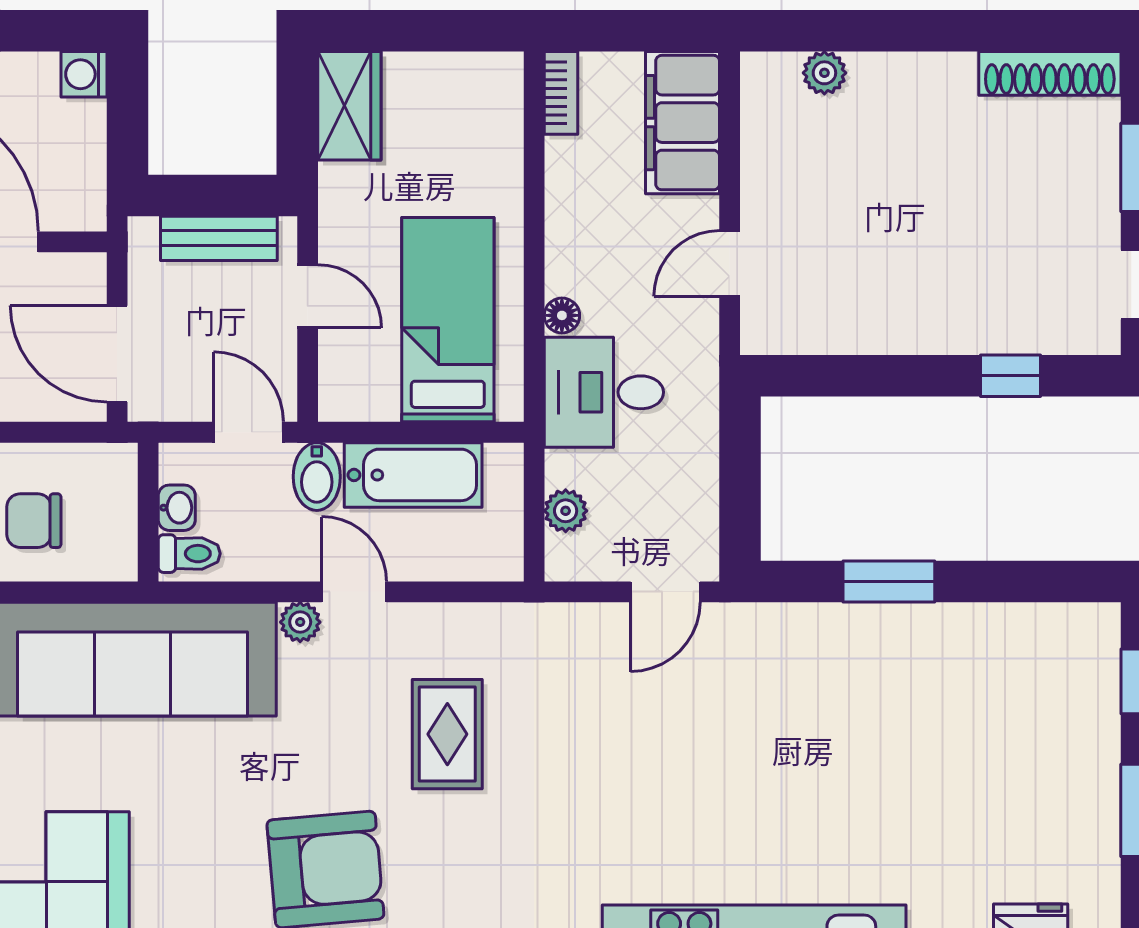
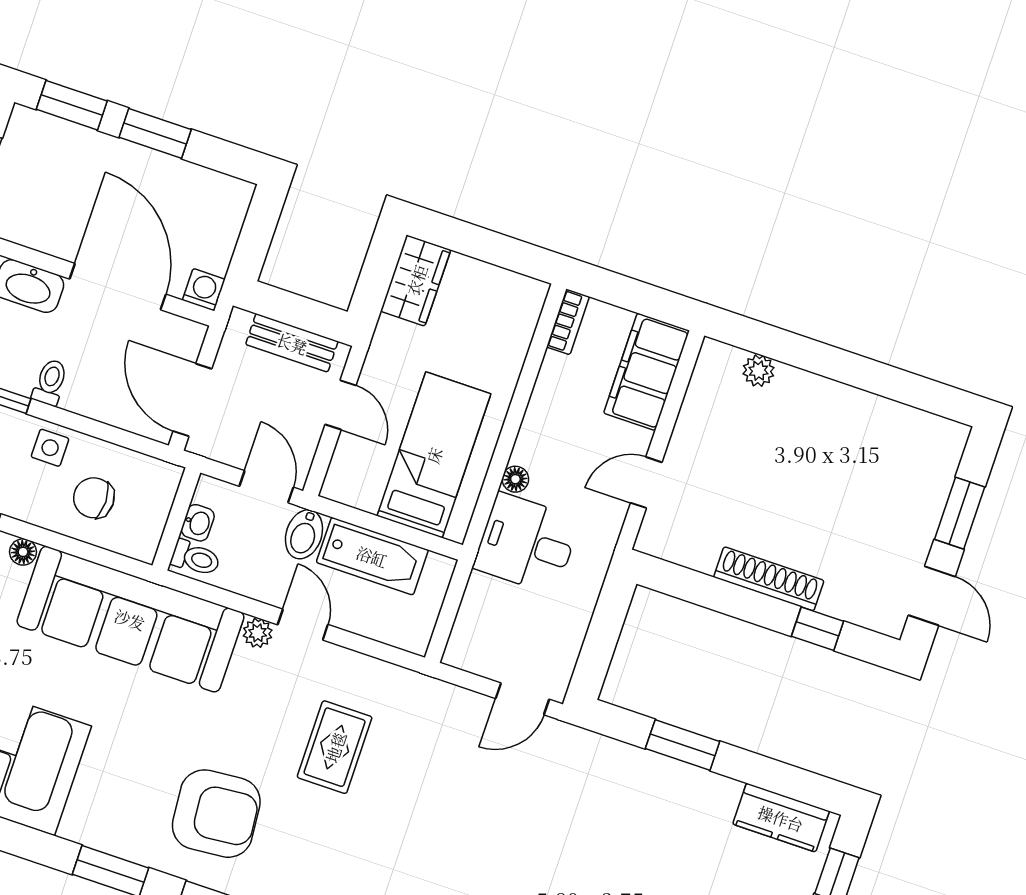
shoe rack: (1050, 73) -> (769, 579), moved, turned 180
washing machine: (84, 74) -> (204, 290), moved, turned 90
plant: (566, 511) -> (471, 618), removed
kitchen counter: (1045, 632) -> (781, 818), added

